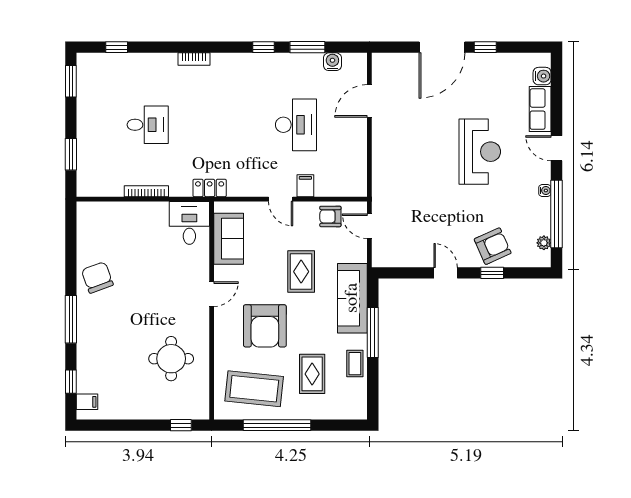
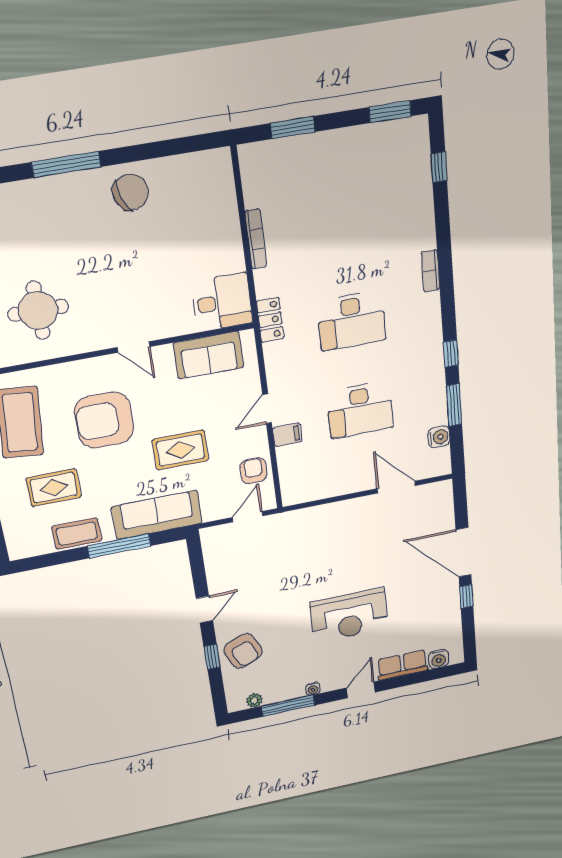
desk: (148, 125) -> (352, 320), moved, width x1.37
window: (557, 214) -> (288, 706), width x0.68
coffee table: (355, 364) -> (77, 534), width x1.36, depth x1.30

